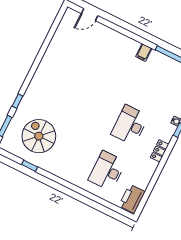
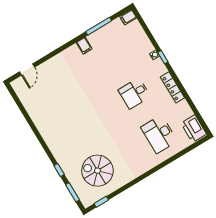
desk: (130, 125) -> (134, 93), width x0.73
locker: (160, 151) -> (172, 87), width x1.53
window: (30, 166) -> (101, 202), moved

